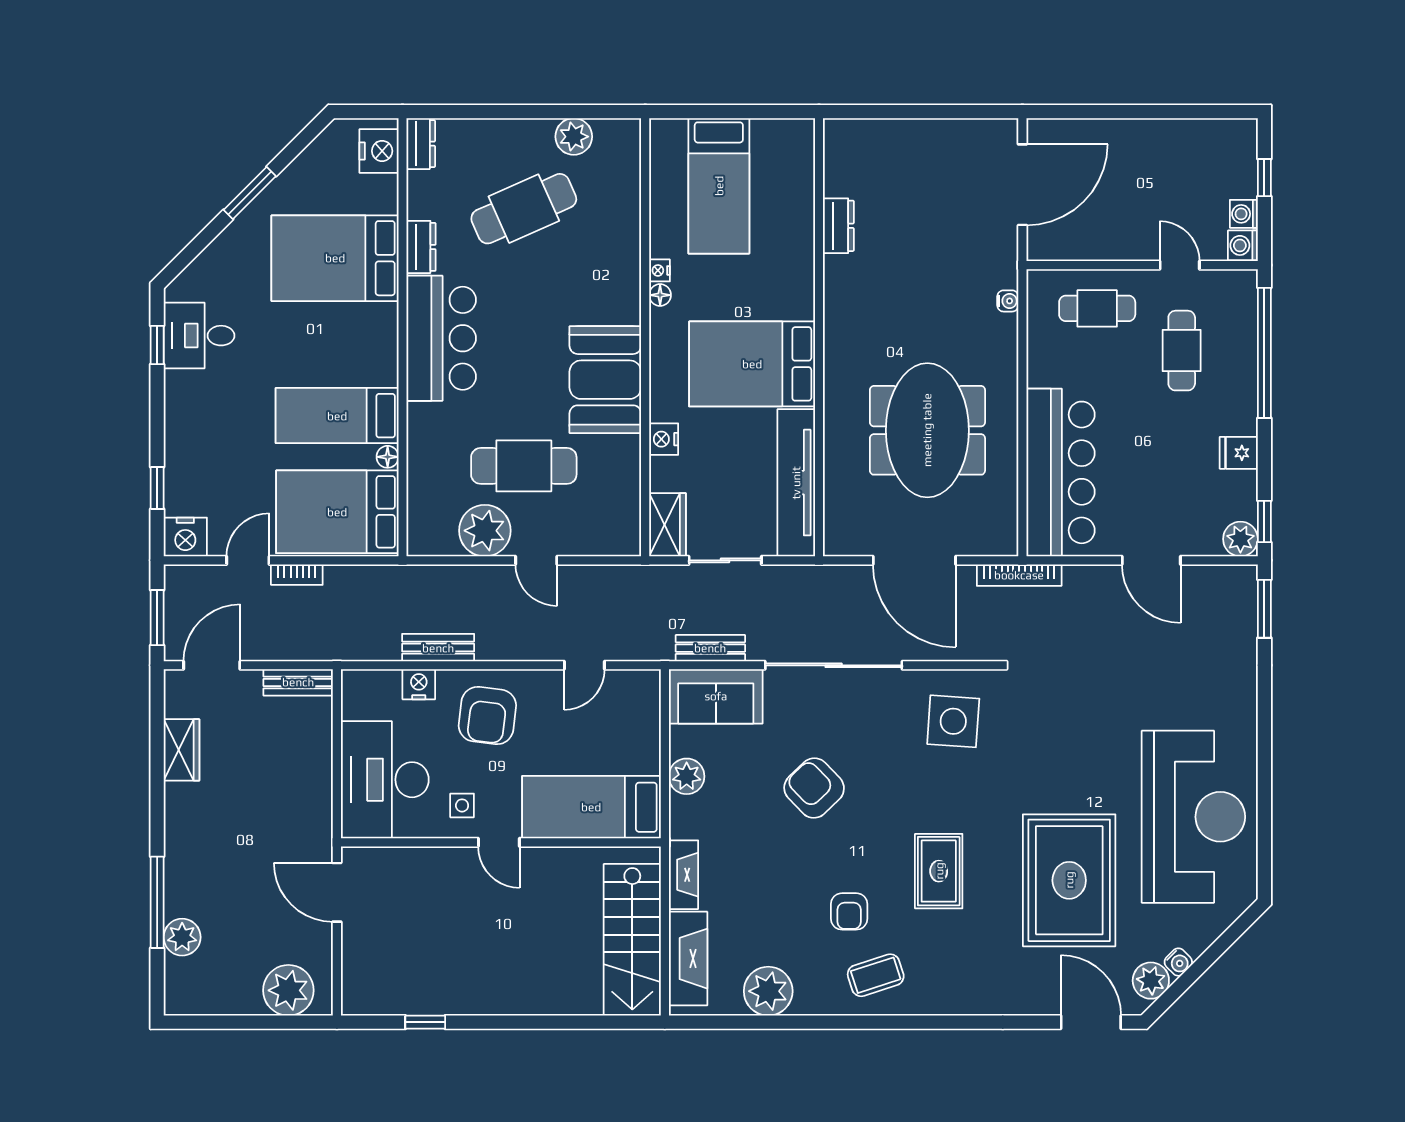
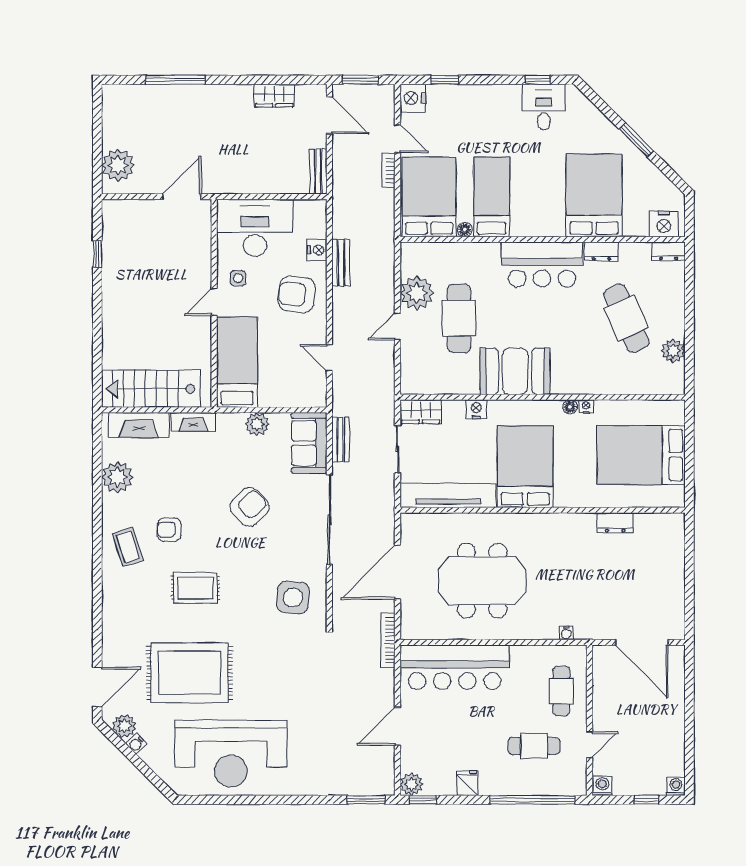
bed: (719, 186) -> (641, 455), width x1.50
washing machine: (1244, 214) -> (676, 786), moved
plant: (182, 937) -> (153, 96), removed

